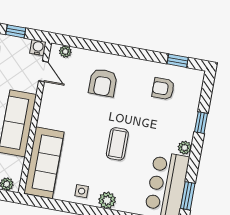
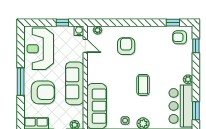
armchair: (103, 83) -> (126, 46), turned 180
armchair: (163, 89) -> (180, 37), moved
window: (201, 123) -> (196, 46), moved

